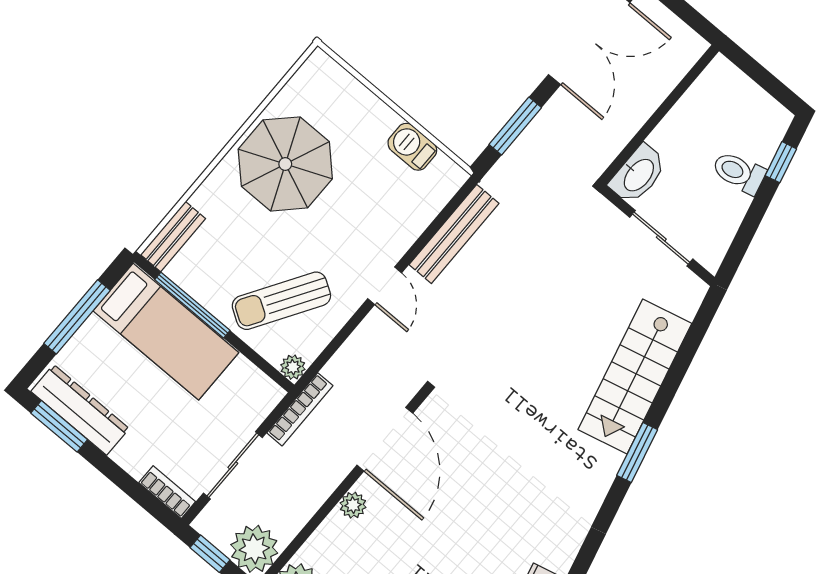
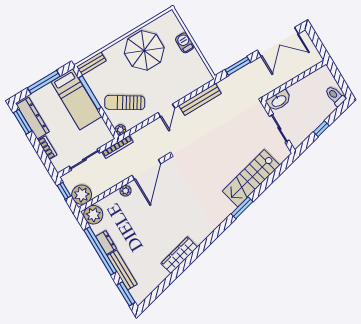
barbecue: (412, 147) -> (185, 43), moved
window: (781, 162) -> (321, 129), moved
toilet: (739, 173) -> (335, 96), moved
bookcase: (167, 492) -> (47, 148), moved

